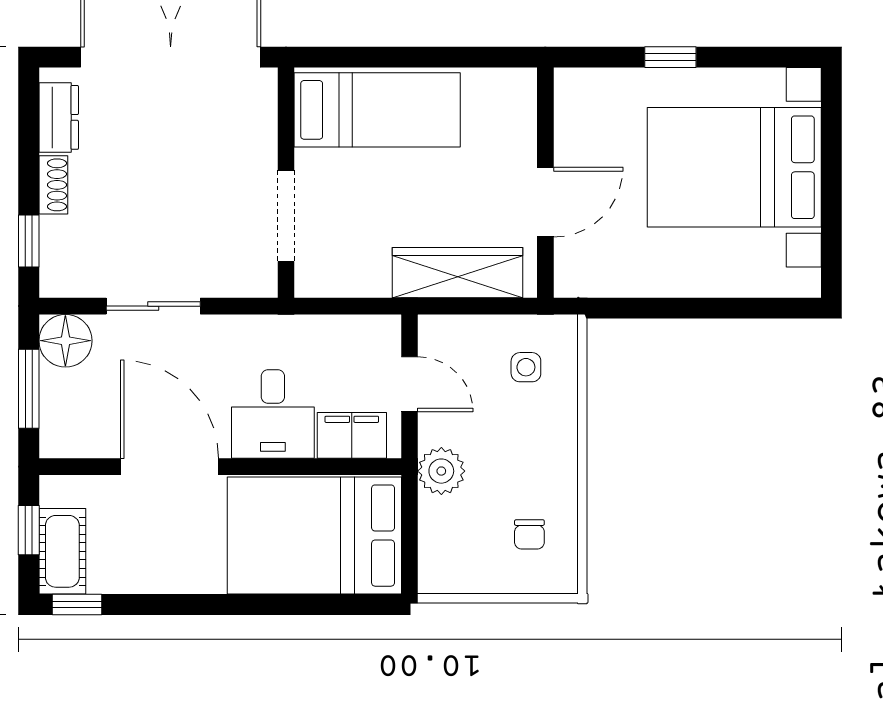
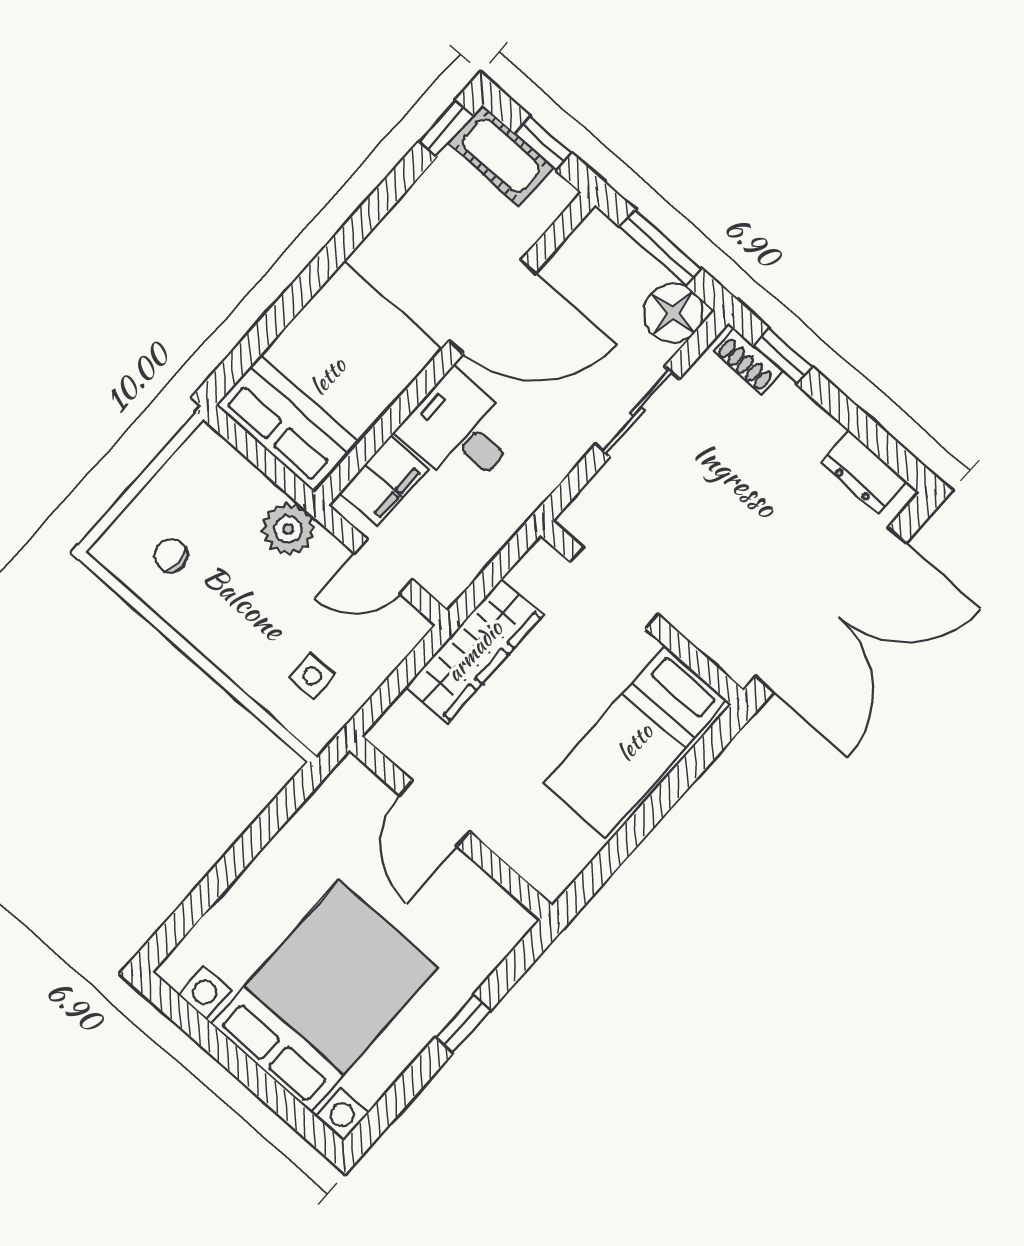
shoe rack: (53, 185) -> (748, 361), moved
wardrobe: (457, 273) -> (474, 651), moved

